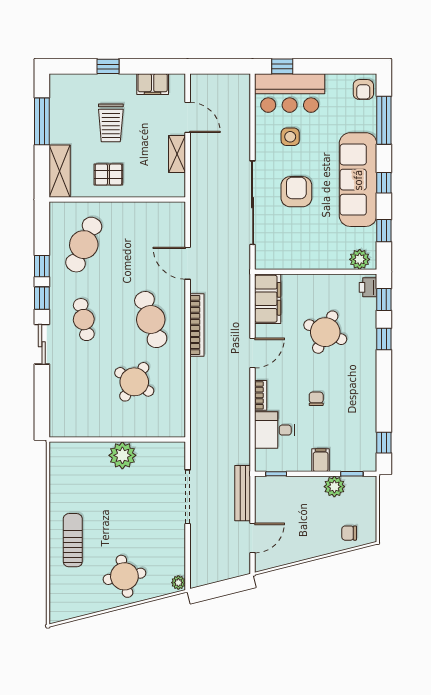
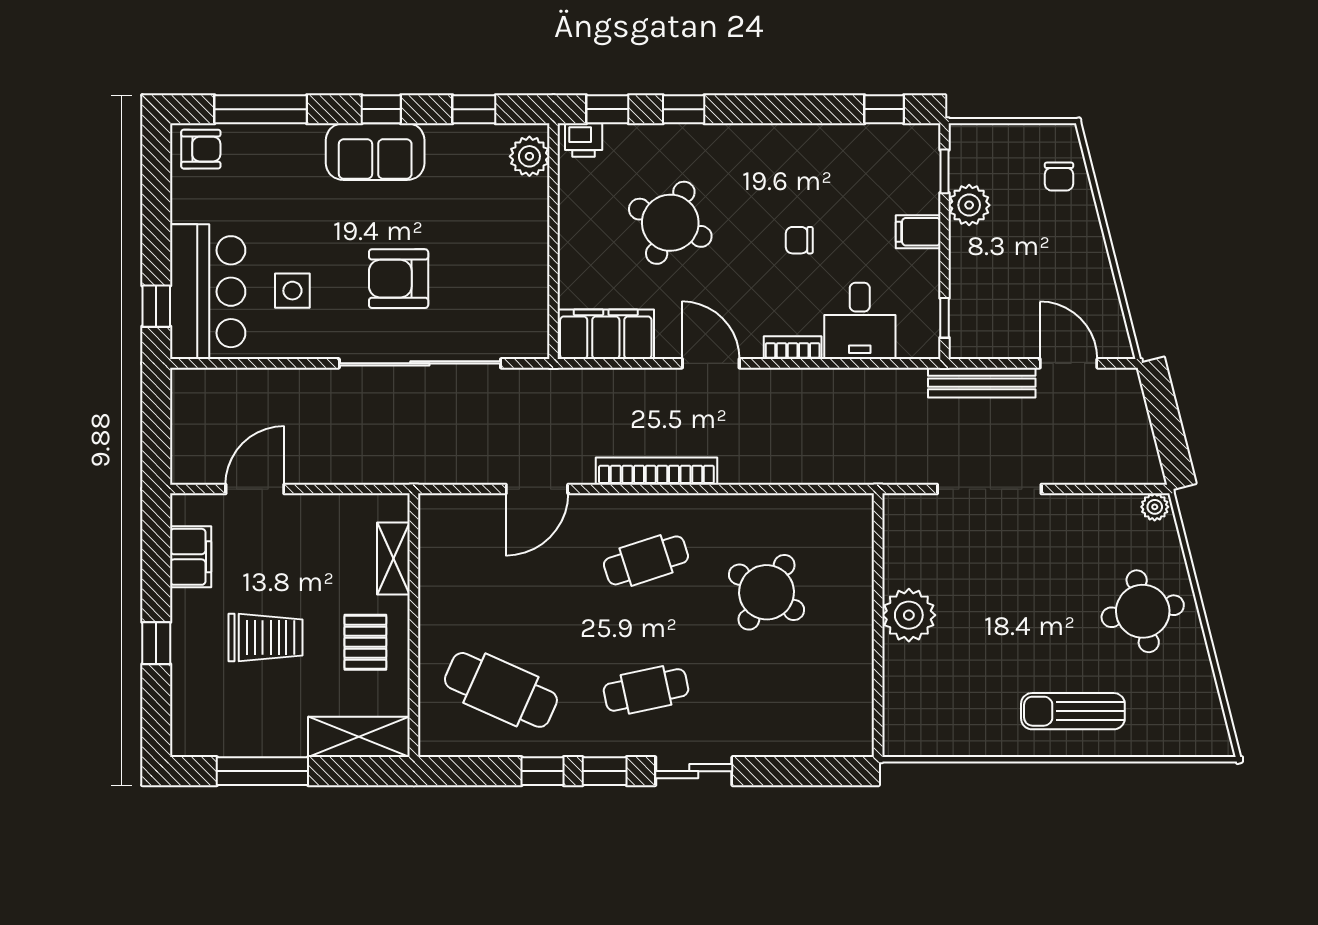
shelving: (177, 154) -> (393, 559), moved, turned 90
sofa: (358, 180) -> (375, 152), width x0.54, depth x0.79
cafe table: (151, 320) -> (646, 560), width x0.73, depth x0.74

